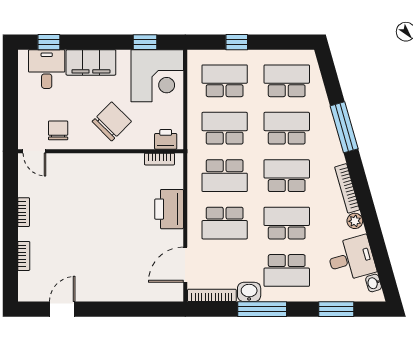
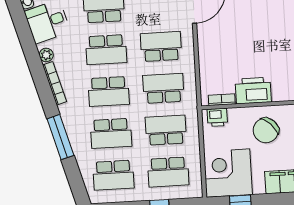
school desk: (225, 128) -> (166, 130), turned 180
printer: (169, 209) -> (253, 91), moved, turned -90

